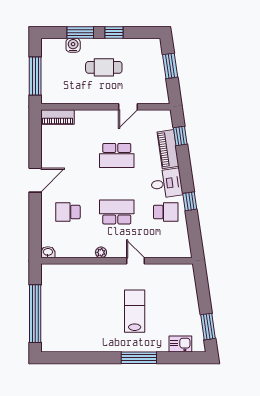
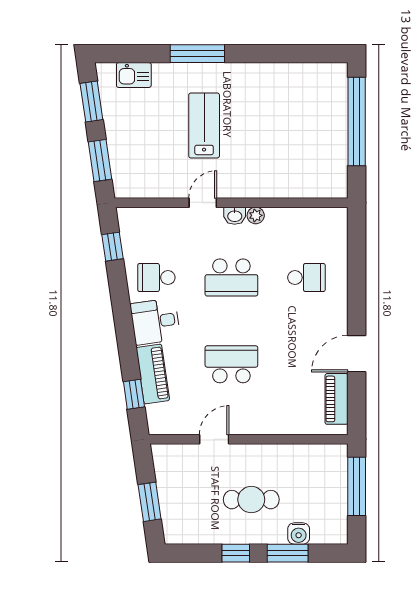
piano: (58, 117) -> (337, 399), moved, turned -90
door: (35, 180) -> (357, 354), moved
window: (190, 201) -> (112, 247), moved
washbasin: (48, 252) -> (235, 216), moved
door: (136, 261) -> (203, 203), swing flipped
window: (202, 288) -> (100, 161), added
lab bench: (135, 311) -> (204, 125), turned 180

